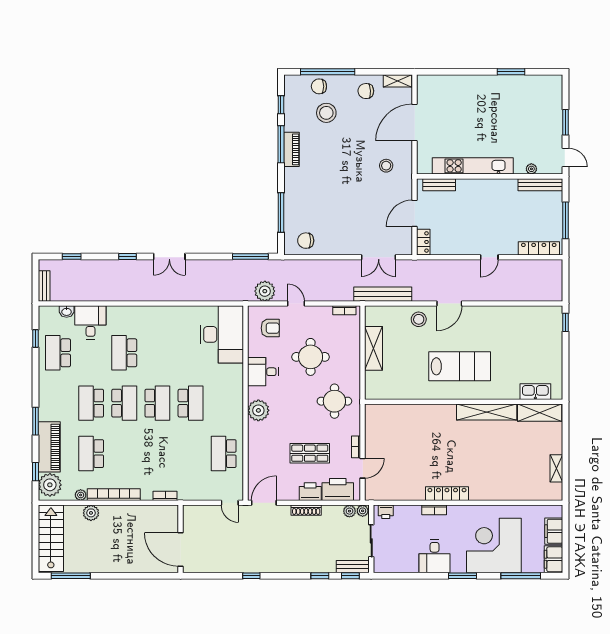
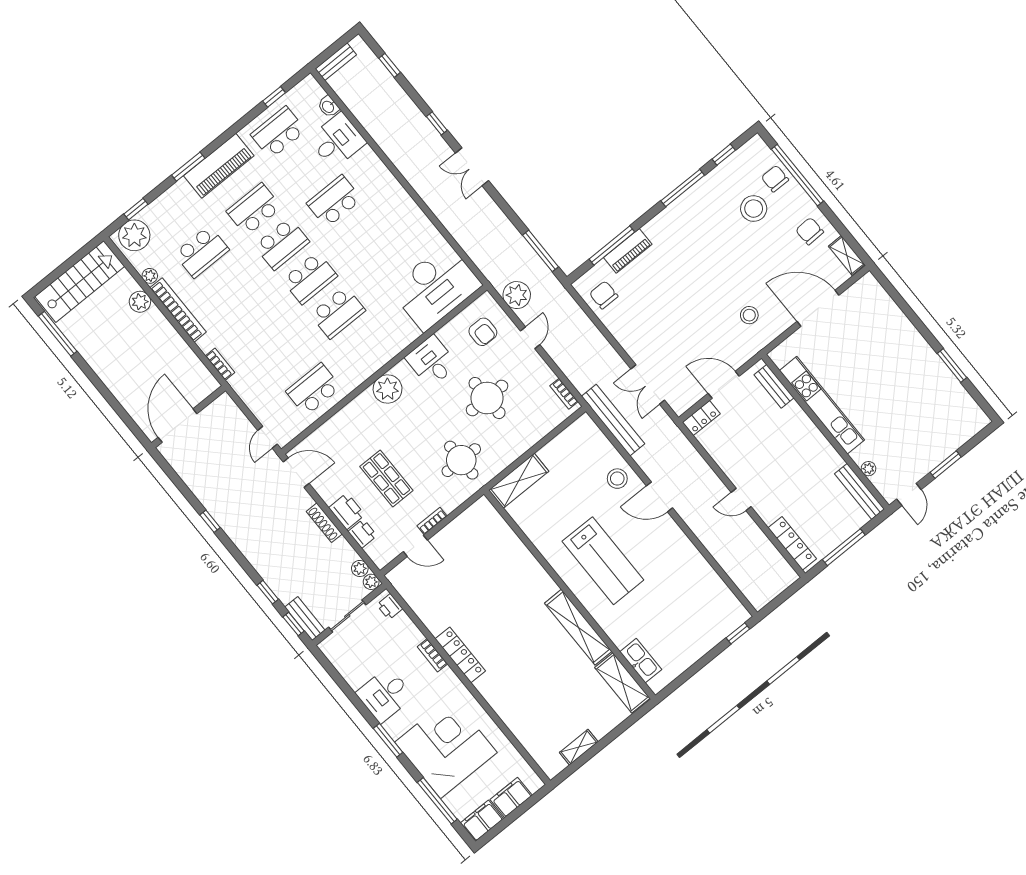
piano: (292, 149) -> (628, 251), moved
shelving: (373, 348) -> (519, 481), moved
piano: (49, 447) -> (219, 166), moved
school desk: (91, 454) -> (202, 252), turned 180
printer: (338, 489) -> (362, 534), width x0.53, depth x0.68

